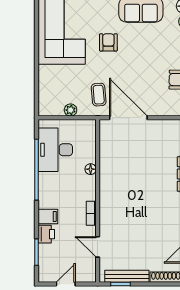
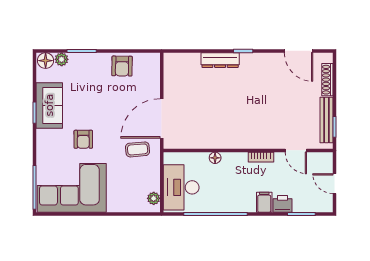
armchair: (108, 42) -> (83, 139), turned -90
plant: (71, 110) -> (154, 198), moved
desk: (55, 150) -> (181, 187), moved, turned 90
door: (98, 247) -> (296, 150), hinge flipped

